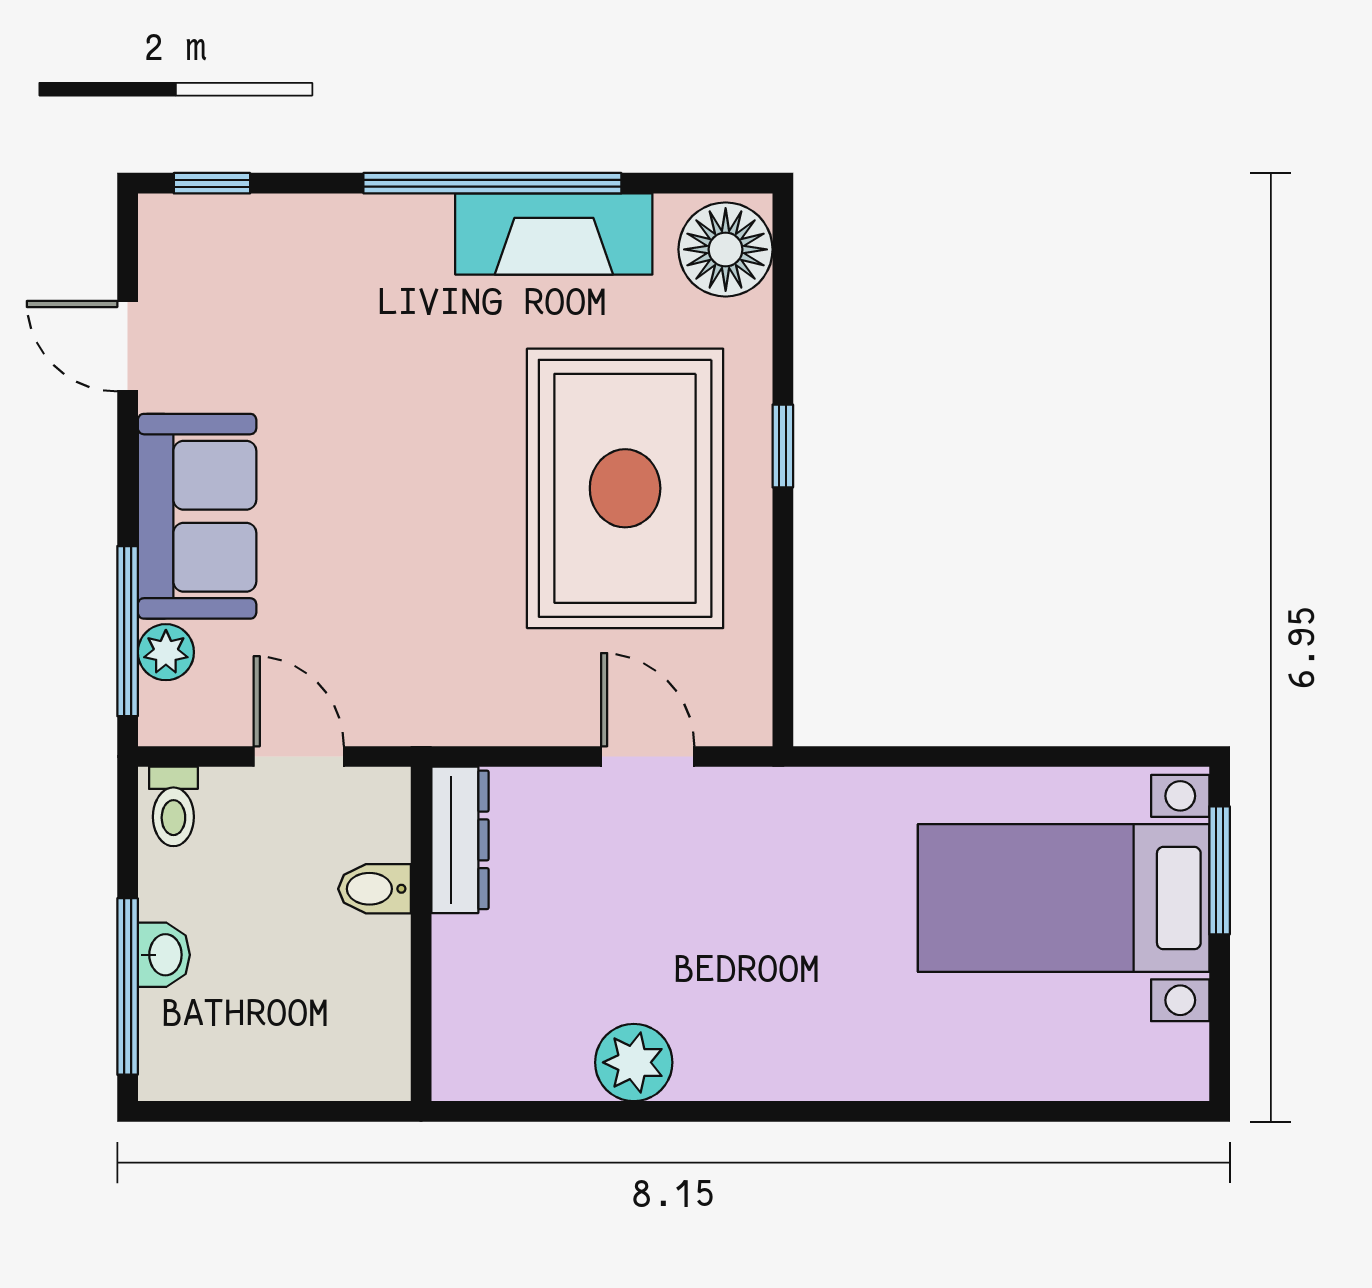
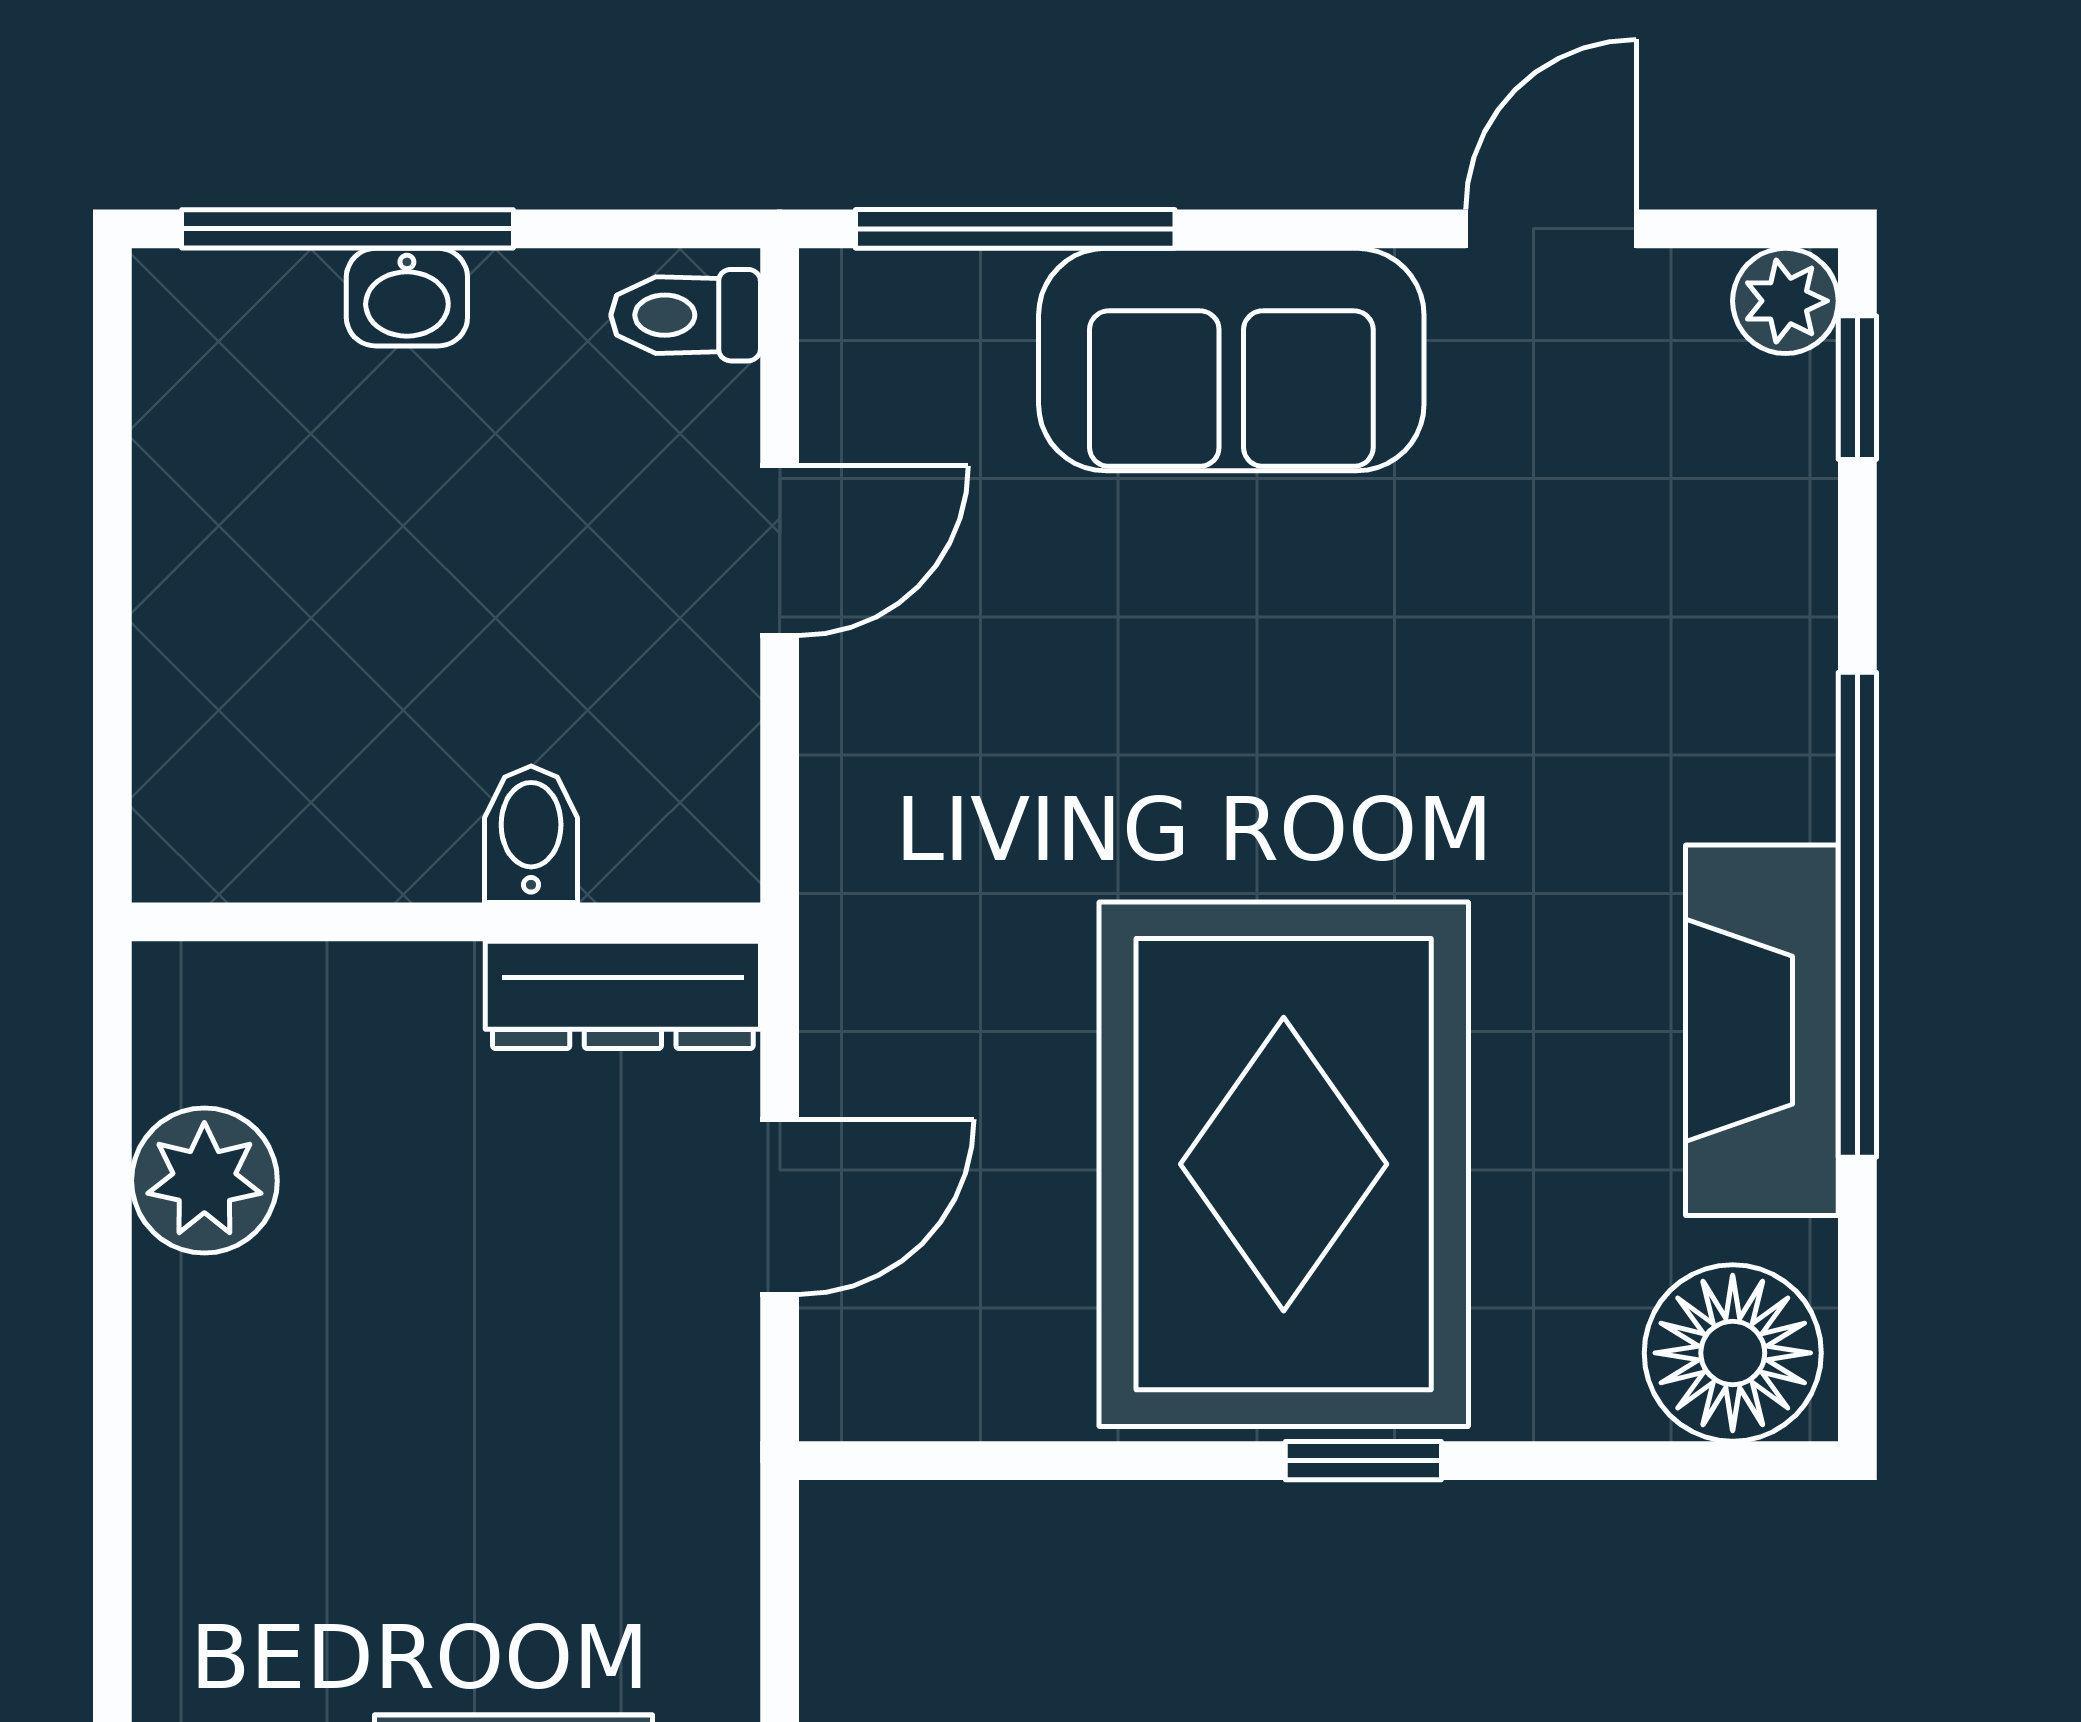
rug: (625, 488) -> (1284, 1164), turned 90
plant: (166, 652) -> (1785, 301), moved
dresser: (460, 840) -> (623, 995), moved
bidet: (374, 889) -> (531, 834), moved
wall: (421, 934) -> (446, 922), moved

